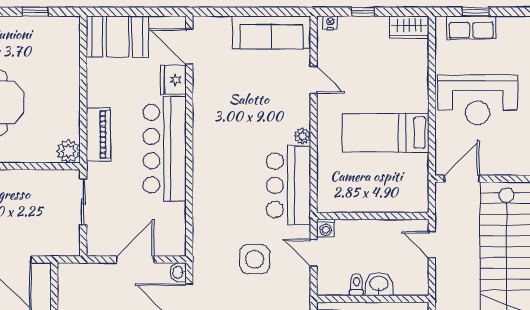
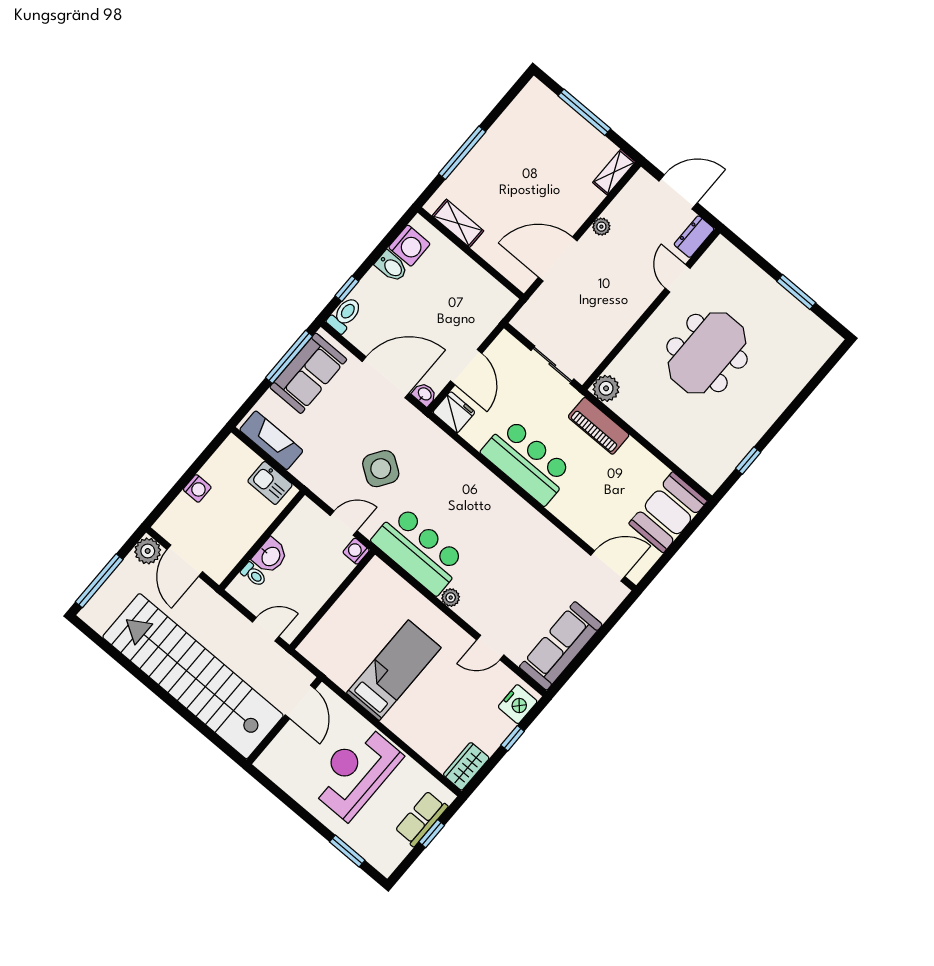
nightstand: (330, 23) -> (518, 704), width x1.89, depth x1.79
fridge: (173, 80) -> (454, 412), moved
bar counter: (165, 149) -> (527, 462), width x0.73
side table: (255, 259) -> (381, 469), turned 34
toilet: (356, 285) -> (254, 574), moved

